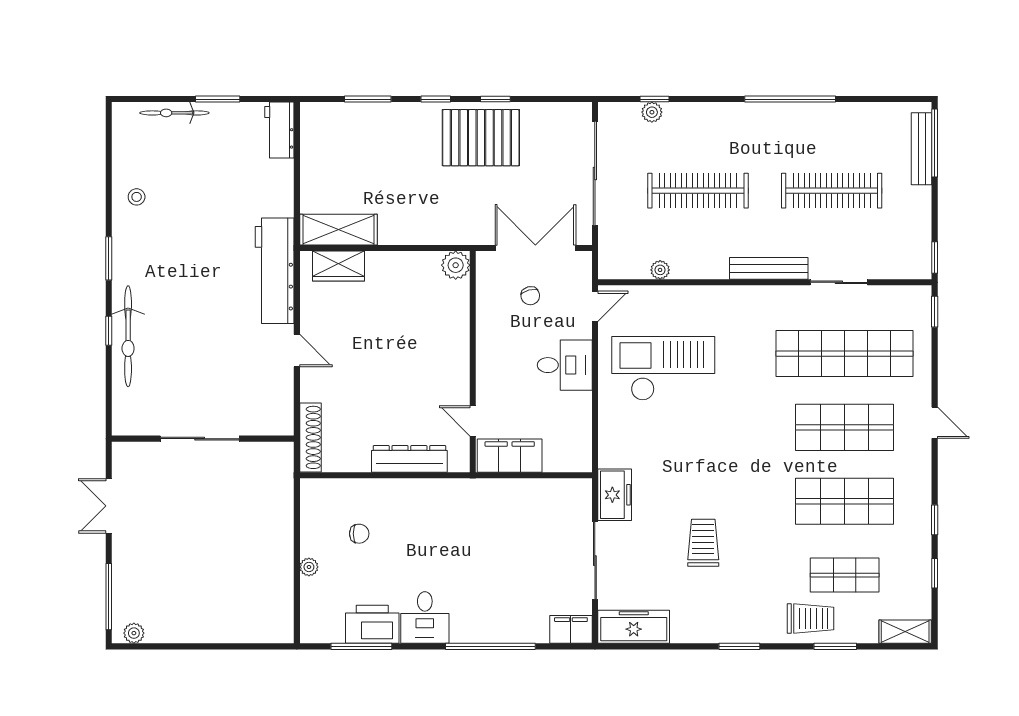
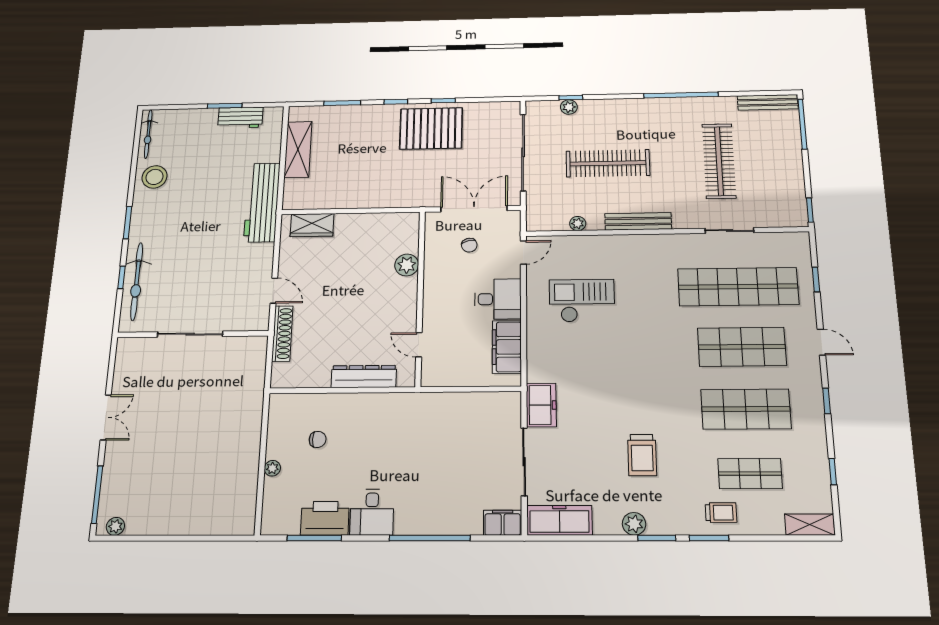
bicycle: (174, 113) -> (148, 134), moved, turned -90
workbench: (279, 130) -> (240, 118), moved, turned -90
bench: (922, 149) -> (768, 102), moved, turned 90
clothes rail: (832, 191) -> (719, 161), turned 90
stool: (137, 197) -> (155, 177), width x1.89, depth x1.89
shelving: (338, 230) -> (298, 149), moved, turned 90
plant: (456, 265) -> (407, 265), moved
bench: (769, 268) -> (638, 221), moved
workbench: (275, 271) -> (262, 202), moved
window: (935, 312) -> (816, 279), moved
checkout: (663, 368) -> (582, 301), width x0.73, depth x0.83
shoe rack: (310, 437) -> (282, 333), moved
sliding door: (200, 439) -> (190, 334), moved
wall: (203, 439) -> (193, 334), moved
filing cabinet: (510, 456) -> (507, 347), moved, turned -90
double door: (109, 506) -> (106, 417), swing flipped
window: (935, 520) -> (827, 401), moved
trolley: (703, 543) -> (642, 455), moved, turned 180
trolley: (811, 618) -> (721, 513), width x0.73, depth x0.72
plant: (715, 631) -> (634, 524), added
window: (835, 646) -> (709, 538), moved

